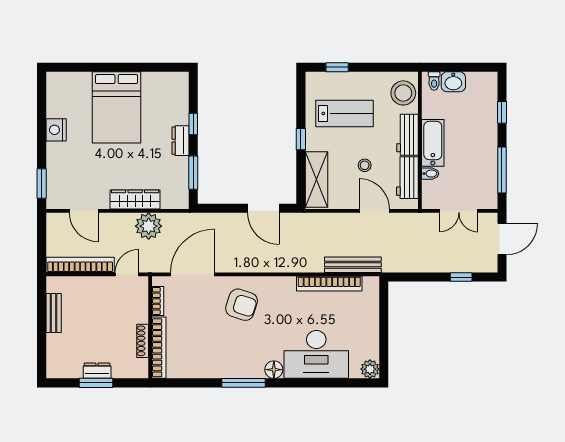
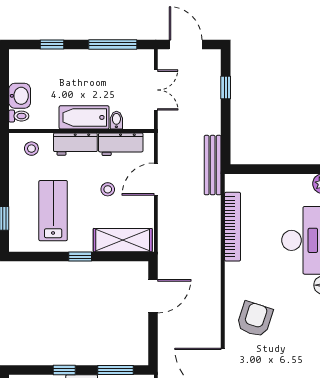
stool: (403, 93) -> (31, 149), width x0.53, depth x0.53
bench: (353, 265) -> (213, 165), moved

